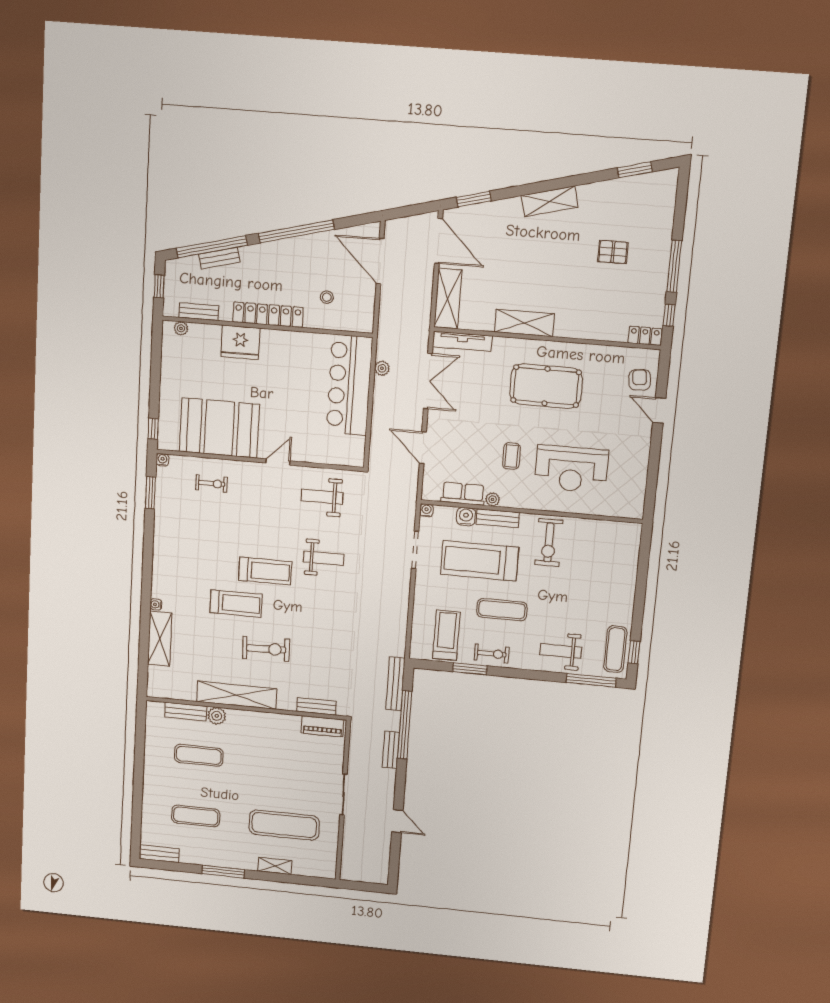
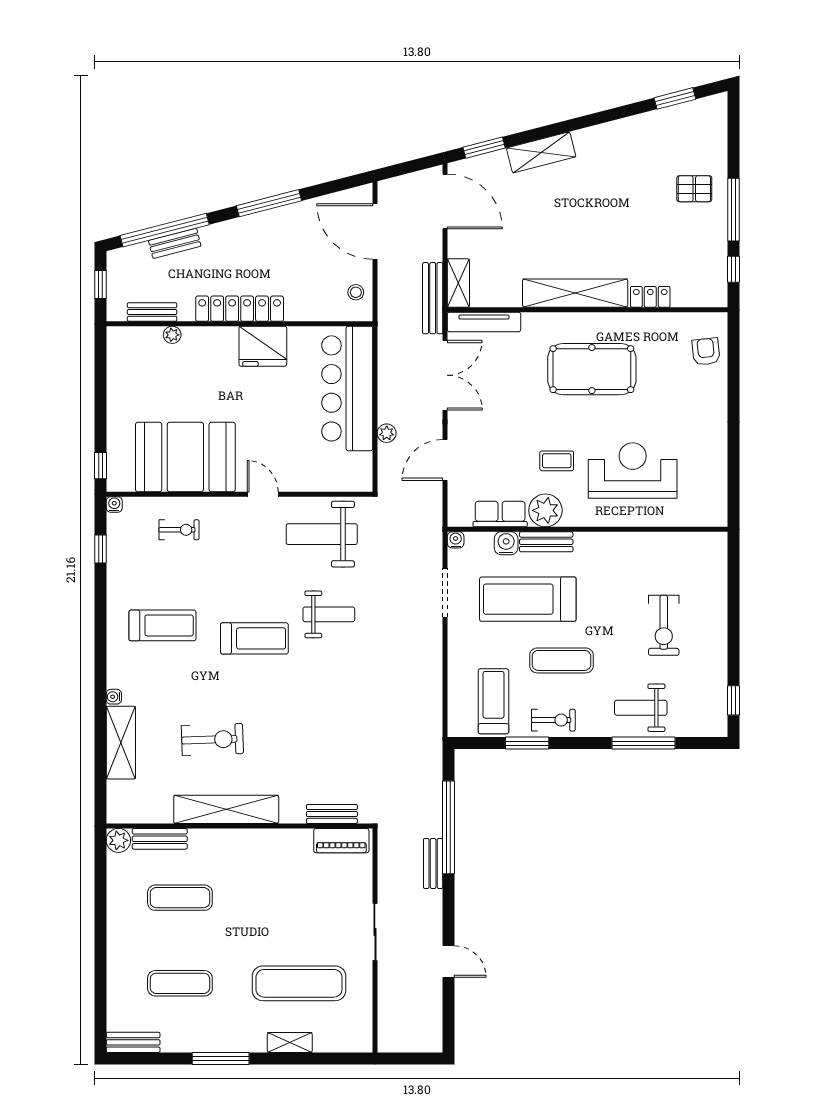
shelving: (550, 201) -> (541, 152), moved
window: (296, 231) -> (269, 203), width x0.68
pallet: (613, 252) -> (694, 189), moved
stool: (327, 297) -> (356, 292), moved
shelving: (448, 299) -> (458, 283), width x0.67, depth x0.75
shelving: (524, 323) -> (575, 293), width x1.47
plant: (181, 328) -> (172, 335), moved
locker: (645, 336) -> (650, 297), moved
fridge: (240, 342) -> (263, 346), moved
plant: (382, 368) -> (387, 433), moved
door: (659, 410) -> (734, 387), removed
door: (423, 448) -> (445, 460), hinge flipped
coffee table: (511, 456) -> (557, 461), turned 90
door: (278, 462) -> (263, 494), hinge flipped
reception desk: (571, 469) -> (633, 471), turned 180
window: (150, 493) -> (100, 549), width x0.67
weight bench: (322, 497) -> (322, 534), width x1.36, depth x1.33
plant: (493, 499) -> (545, 510), width x1.88, depth x1.88
exercise bike: (549, 542) -> (664, 625), moved
treadmill: (236, 603) -> (162, 625), moved
exercise bike: (266, 649) -> (212, 740), moved
exercise mat: (615, 649) -> (710, 699), removed
window: (591, 680) -> (643, 743), moved
bench: (395, 684) -> (433, 298), moved
plant: (217, 716) -> (118, 840), moved

